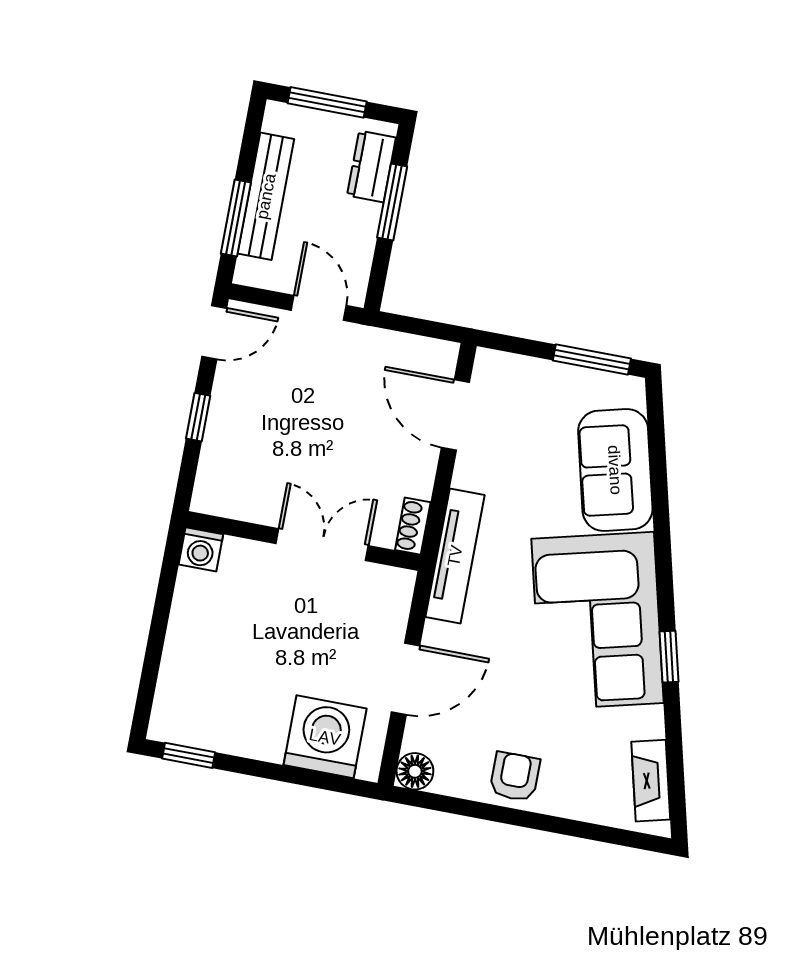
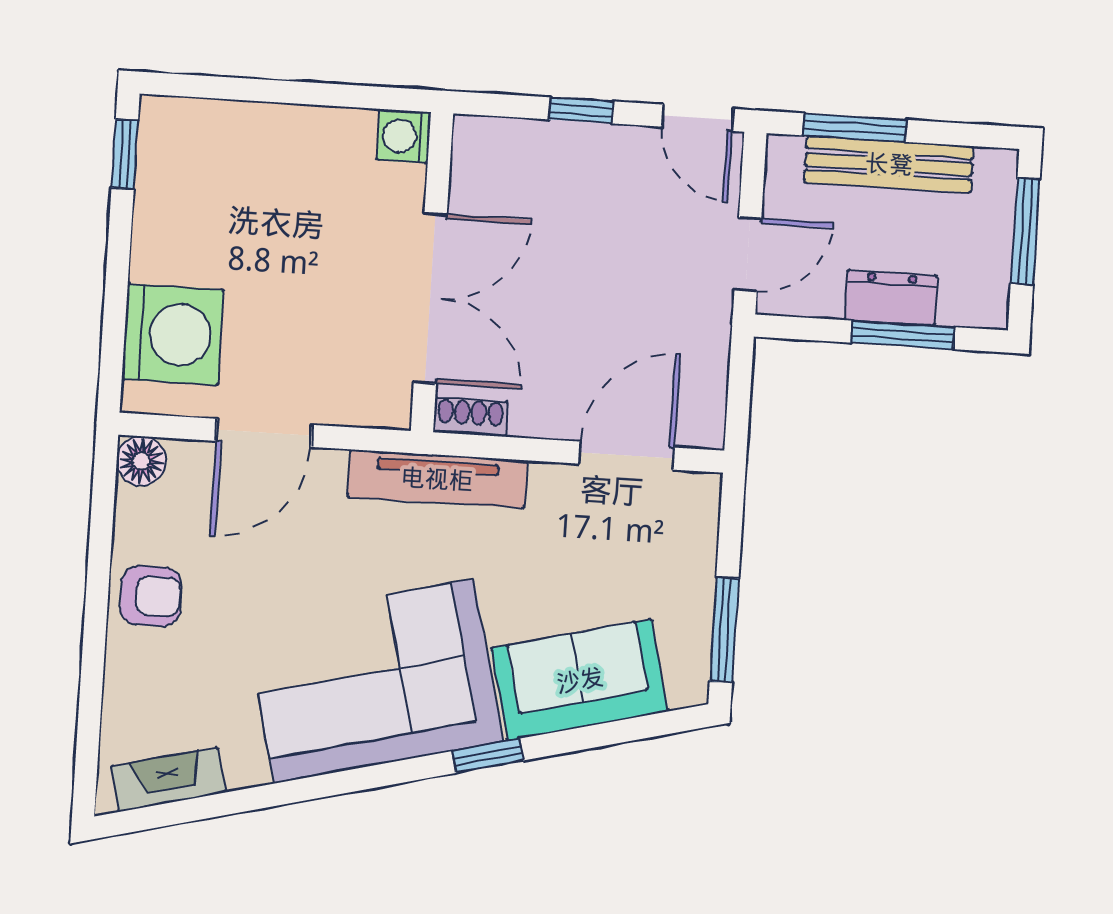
dresser: (371, 167) -> (891, 298), moved
double door: (322, 545) -> (430, 298), width x1.37
window: (669, 657) -> (488, 756), moved
door: (406, 679) -> (264, 433), hinge flipped

